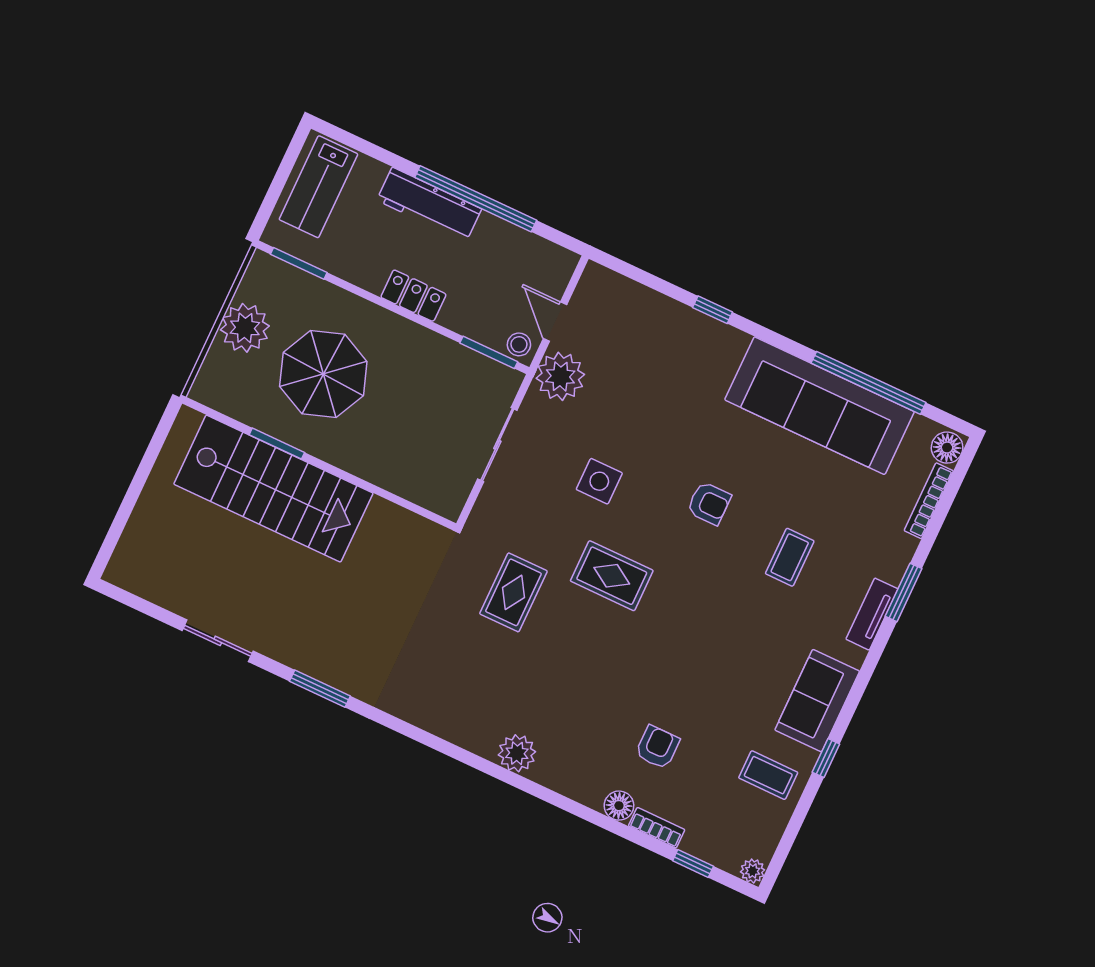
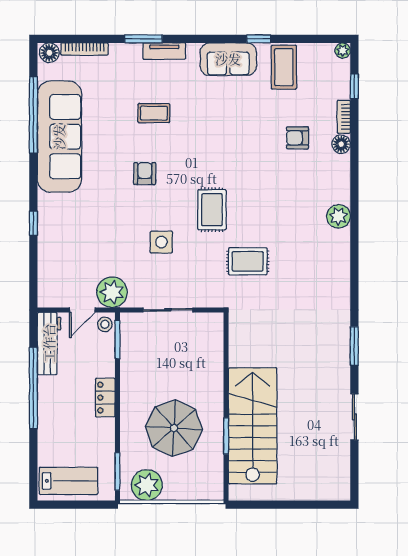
workbench: (429, 205) -> (49, 343), moved
plant: (245, 328) -> (147, 485), moved
coffee table: (768, 775) -> (284, 67), width x1.36, depth x1.30

